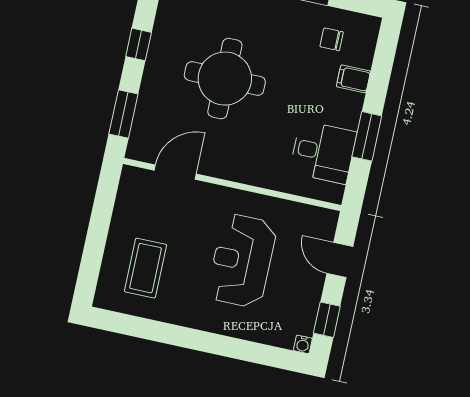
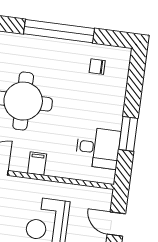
filing cabinet: (353, 79) -> (37, 164), moved, turned 90

